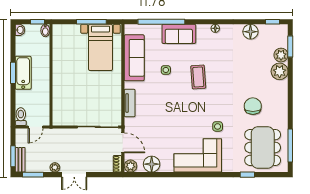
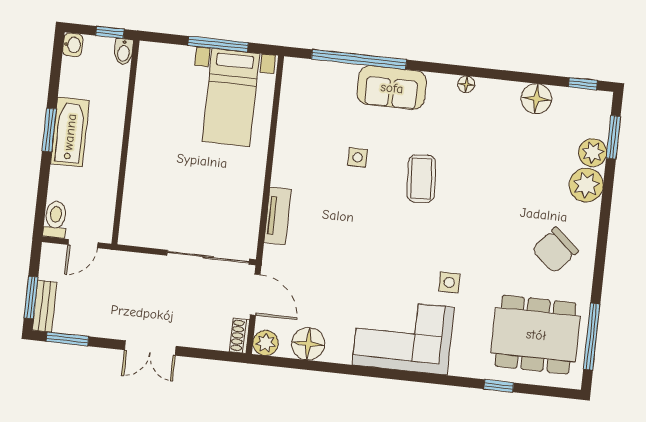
sofa: (134, 58) -> (297, 126), removed
chair: (253, 106) -> (555, 250), moved, turned -139
dining table: (263, 147) -> (536, 335), turned 90
plant: (55, 167) -> (113, 329), removed

